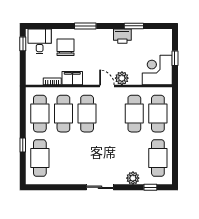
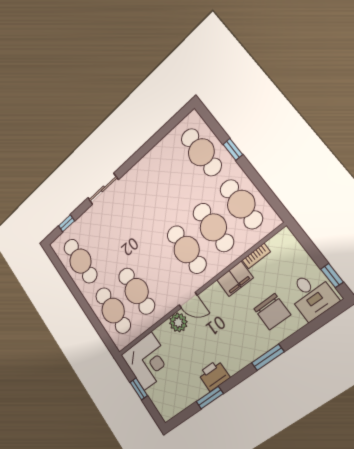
plant: (133, 178) -> (89, 218), removed
sliding door: (100, 187) -> (103, 189), moved

